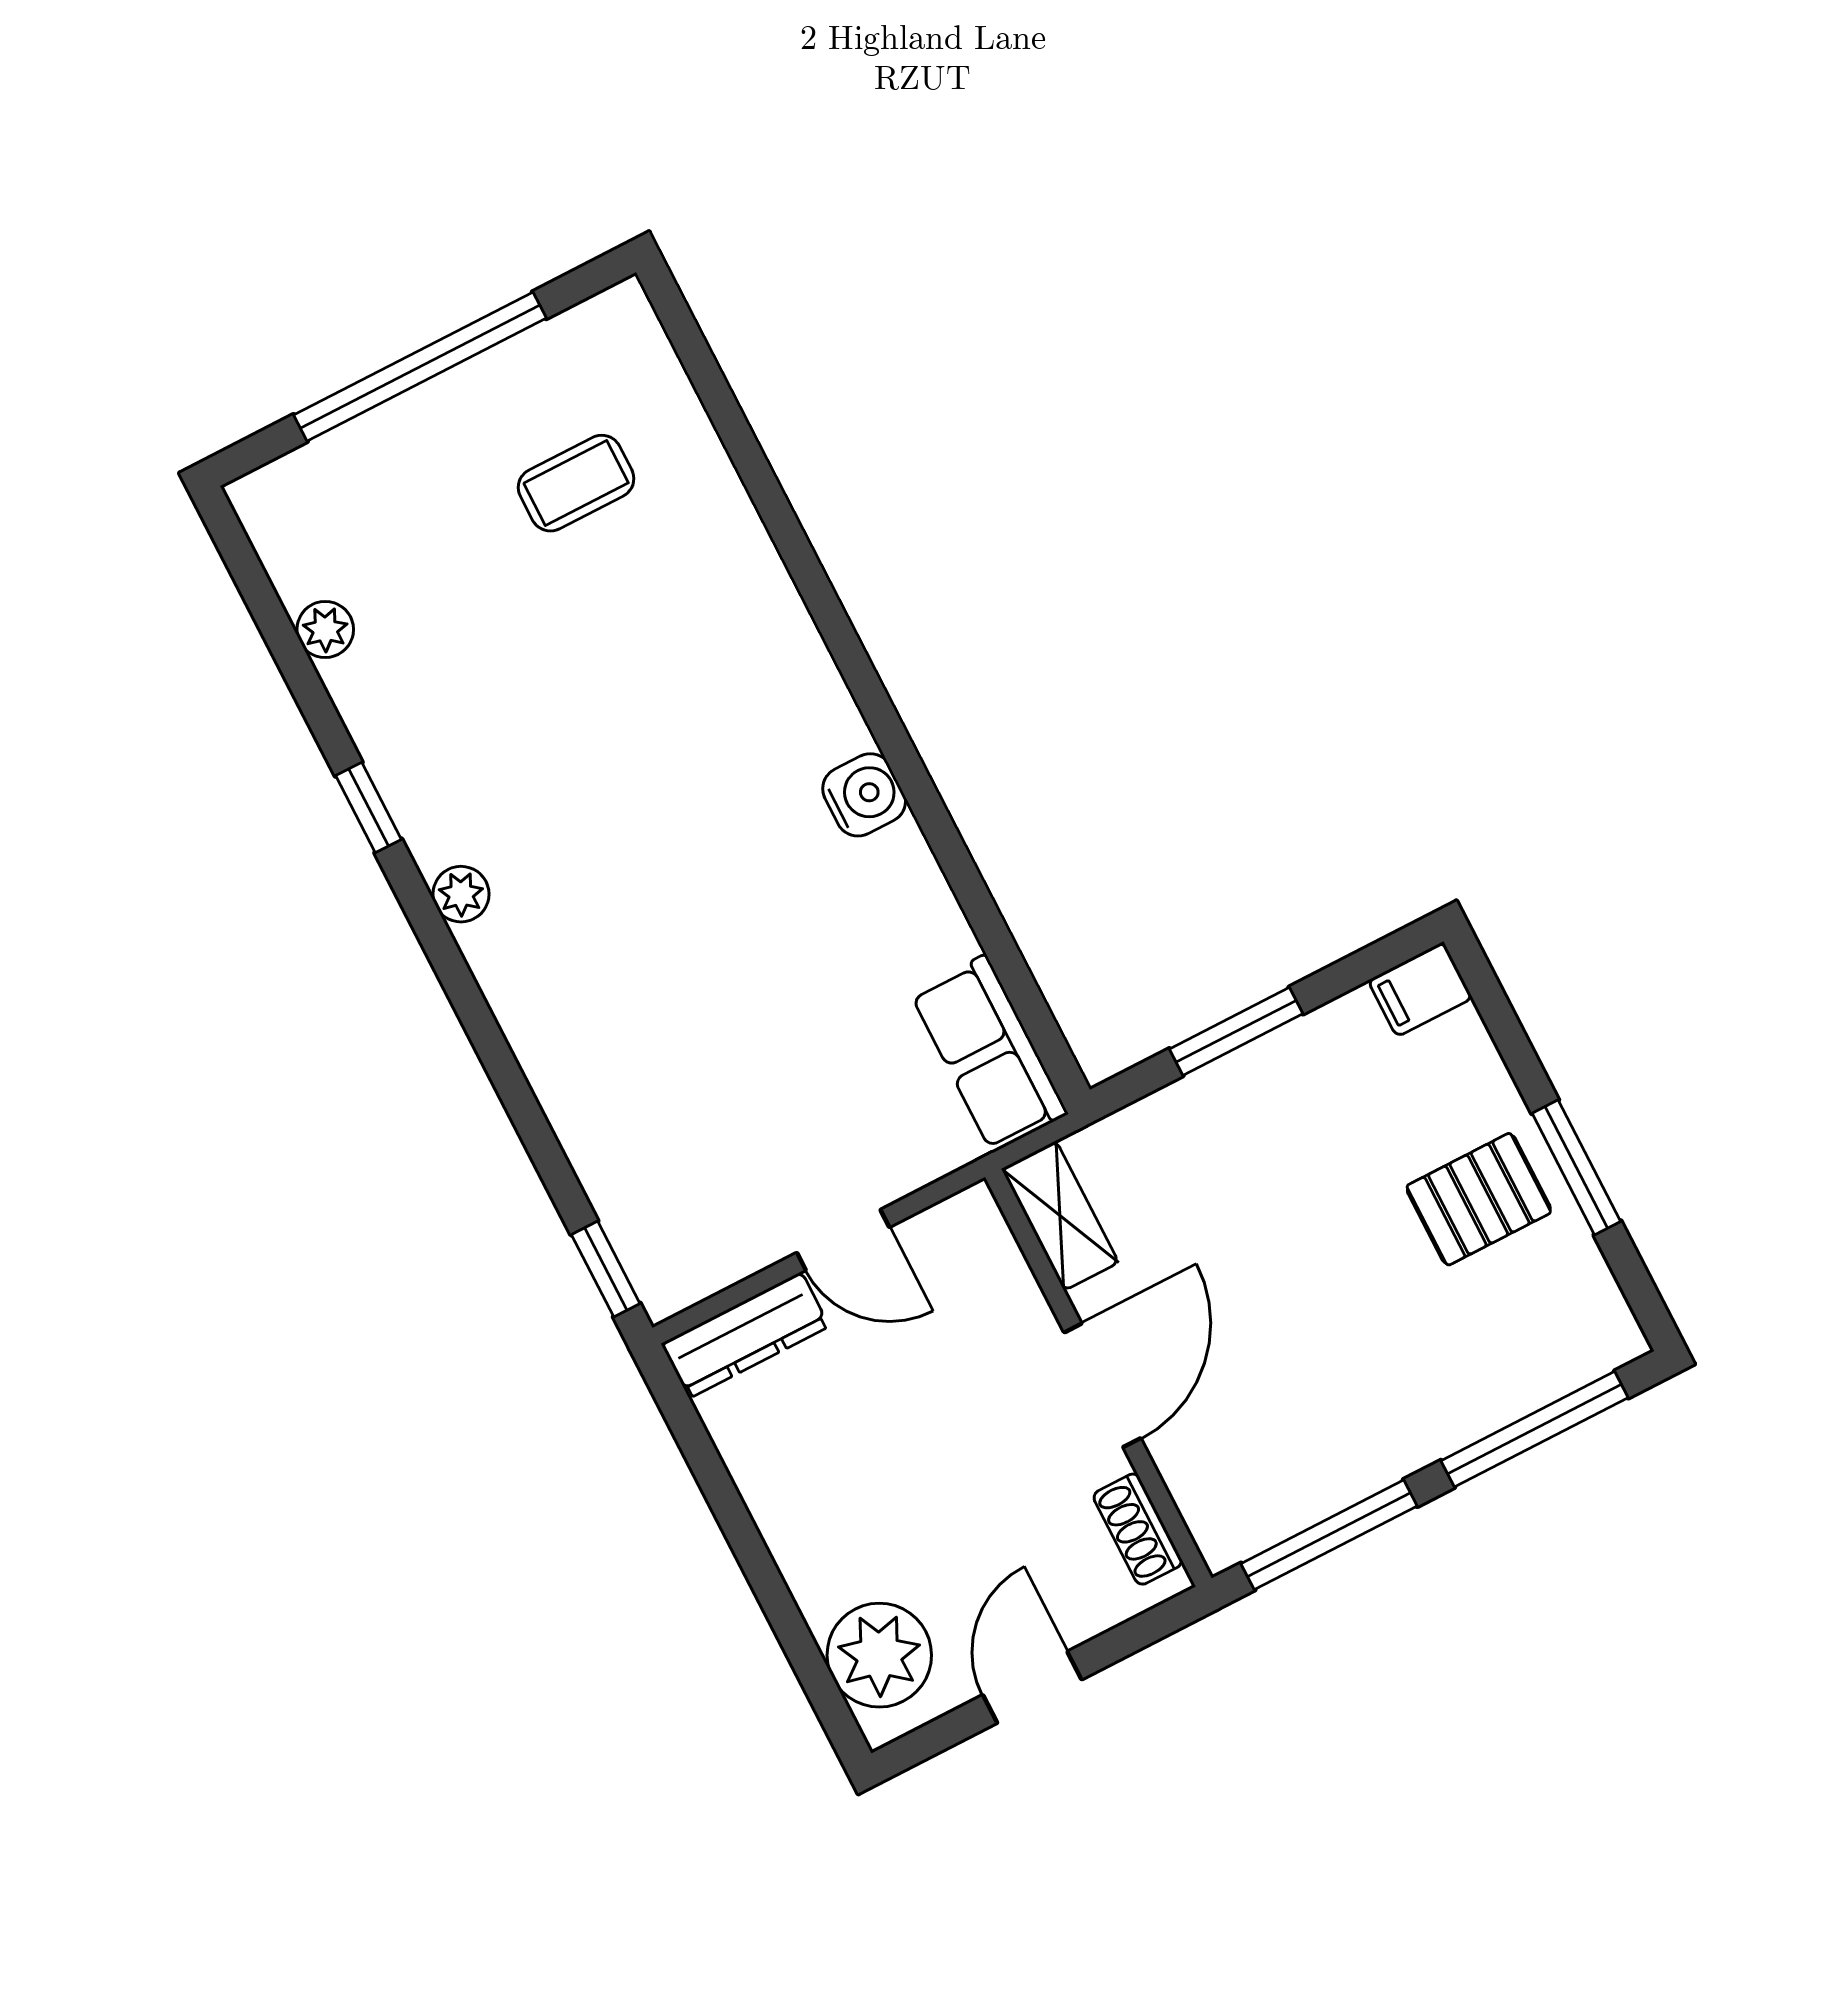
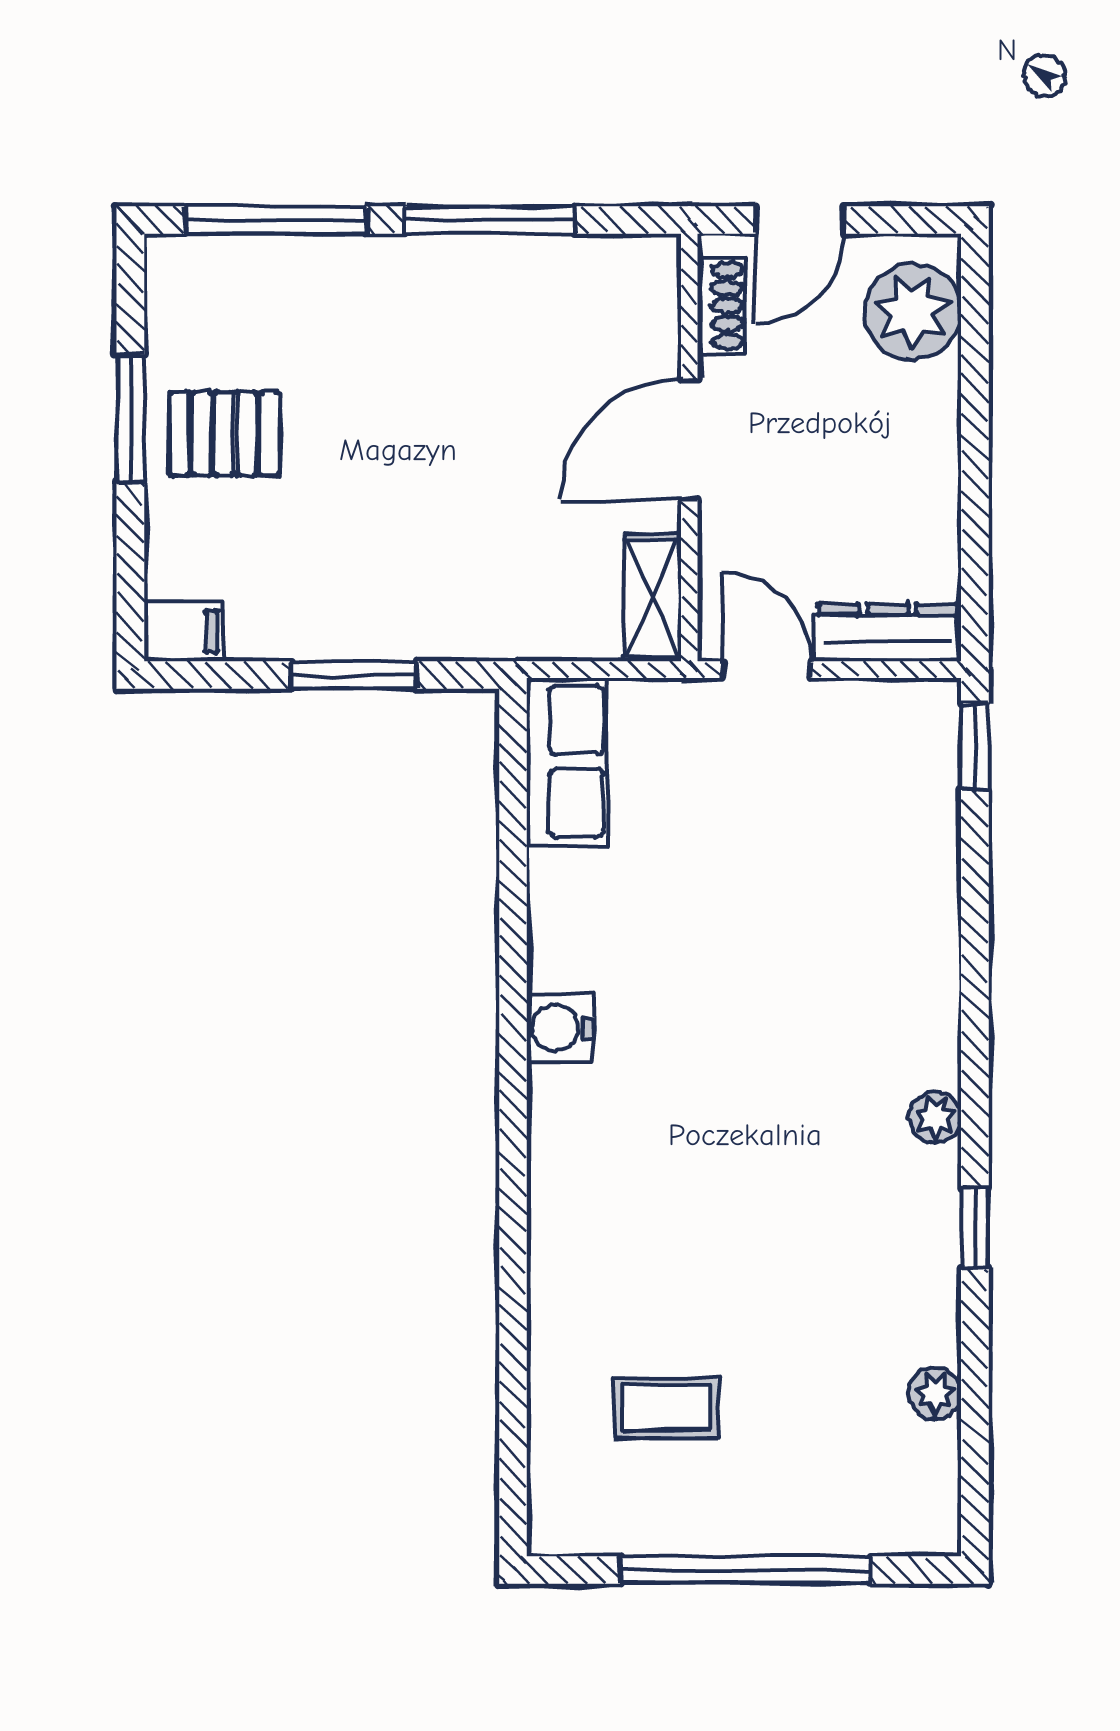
shelving: (1060, 1216) -> (652, 598), moved
wall: (1098, 1378) -> (689, 448), moved
door: (1102, 1385) -> (689, 440), moved
shoe rack: (1138, 1529) -> (721, 306), moved

